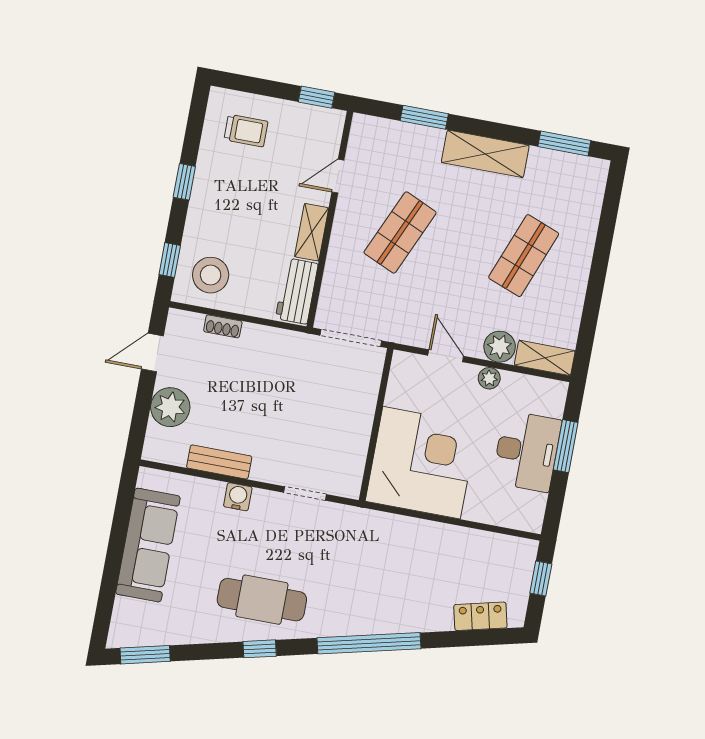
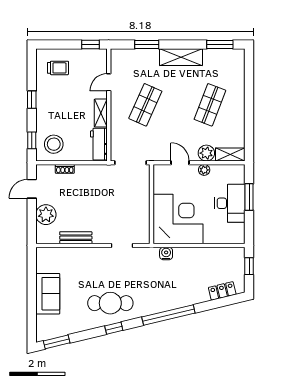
water cooler: (238, 497) -> (166, 253), moved
sofa: (148, 545) -> (48, 294), width x0.73

